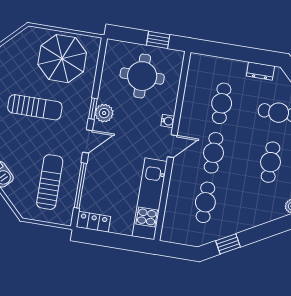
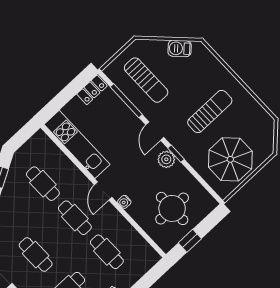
sun lounger: (35, 107) -> (210, 112), turned 180

